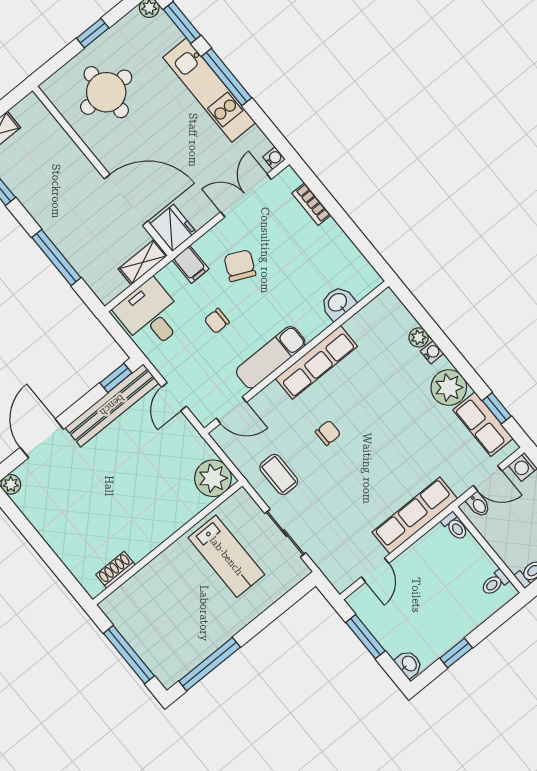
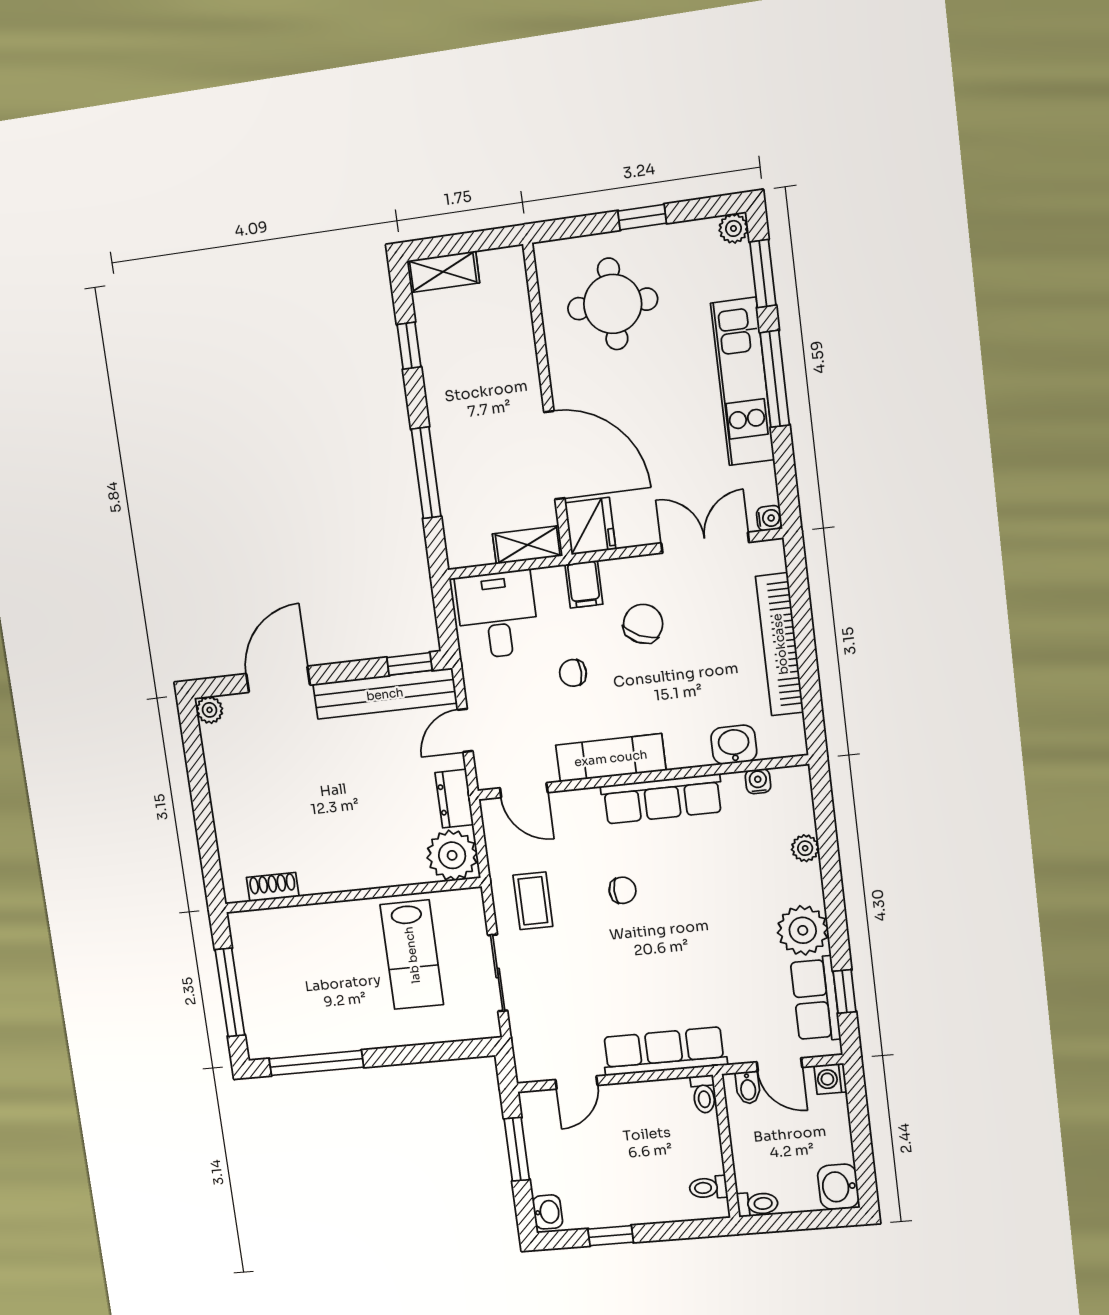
bookcase: (311, 204) -> (780, 644), width x2.31, depth x1.31
water cooler: (432, 352) -> (758, 781), moved, turned -90
dresser: (193, 443) -> (454, 799), added

